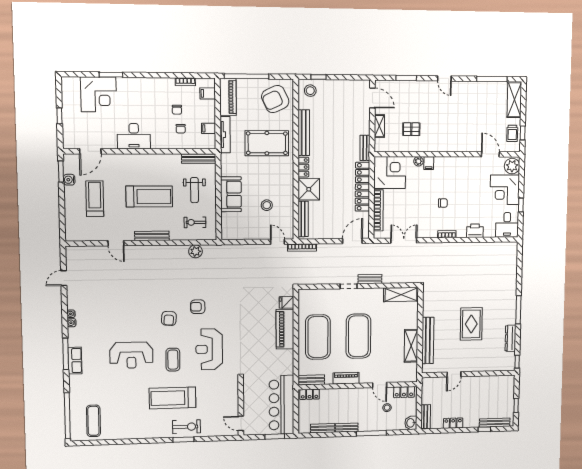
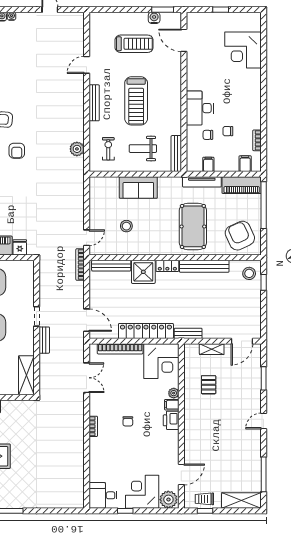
window: (111, 75) -> (264, 63), removed
desk: (134, 136) -> (200, 108), moved
printer: (475, 231) -> (171, 420), moved, turned 180
armchair: (198, 307) -> (17, 151), turned 180

